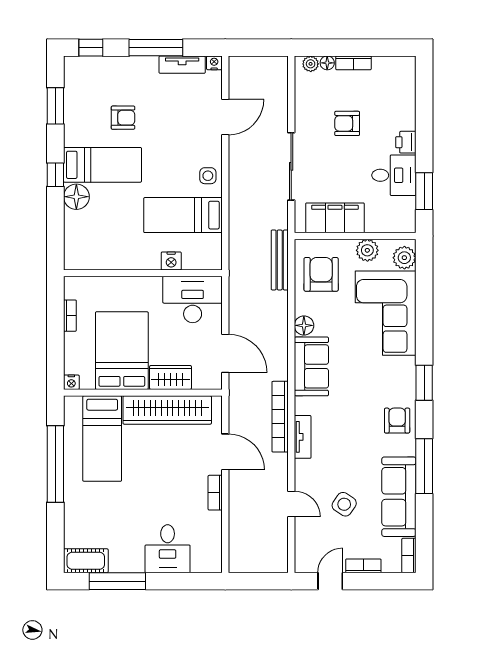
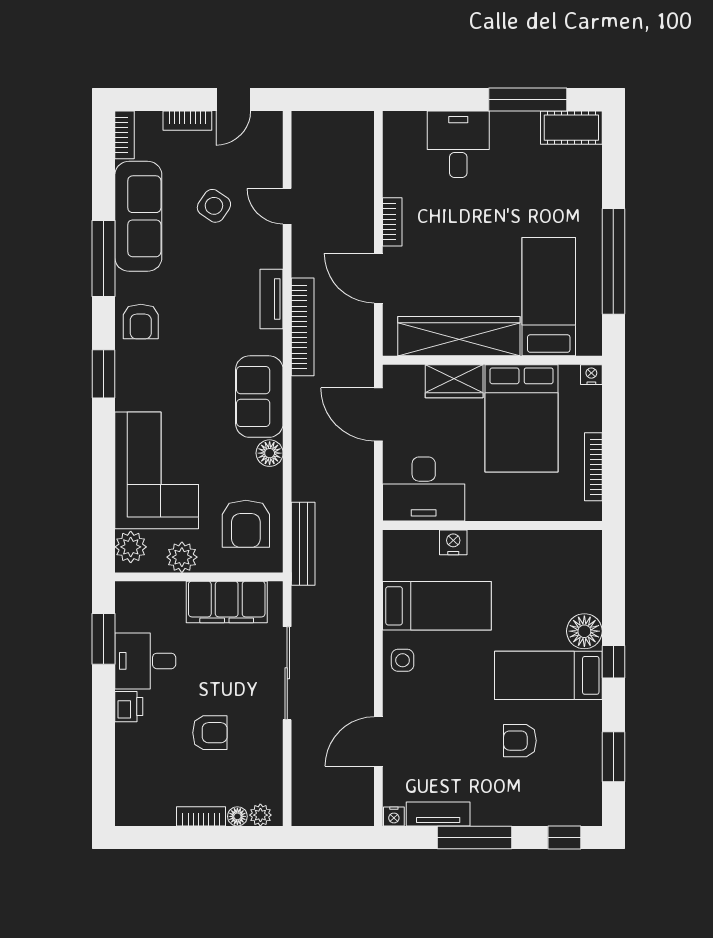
bookcase: (70, 316) -> (593, 467), width x1.56

